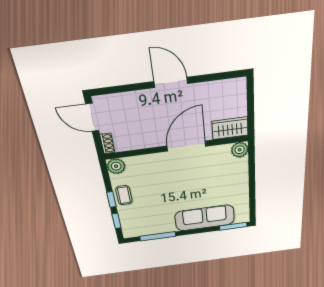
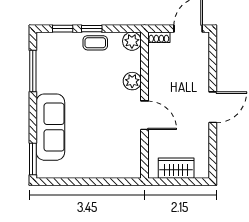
wardrobe: (230, 128) -> (176, 168), moved, turned -90
door: (186, 146) -> (144, 115), width x0.73
plant: (240, 150) -> (132, 81), moved

